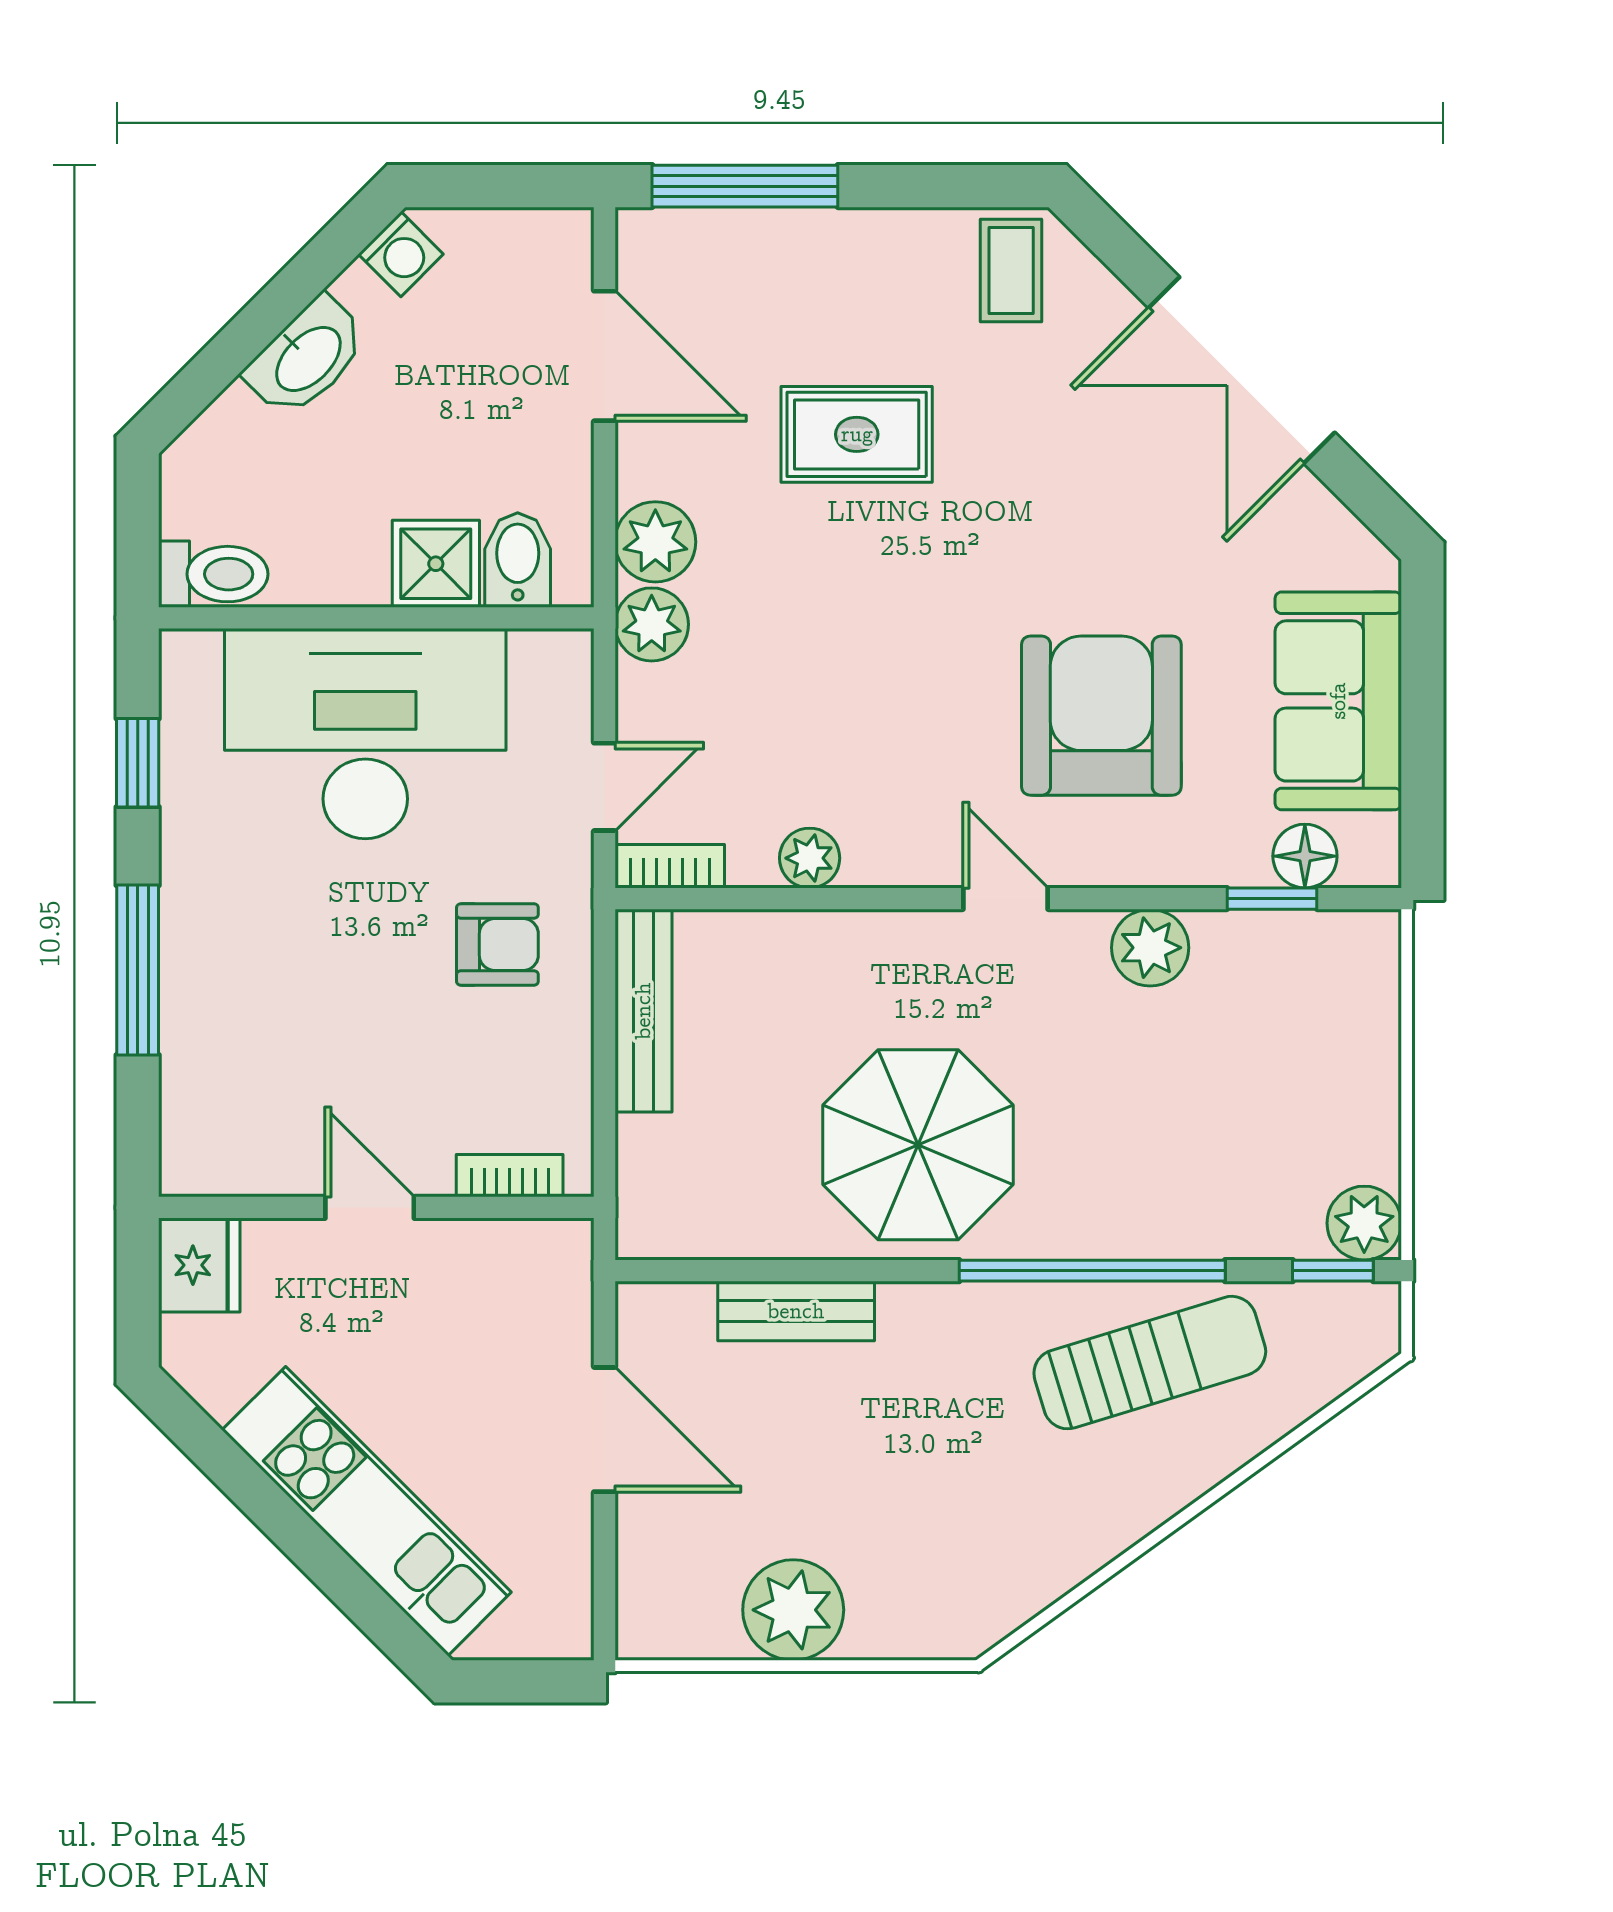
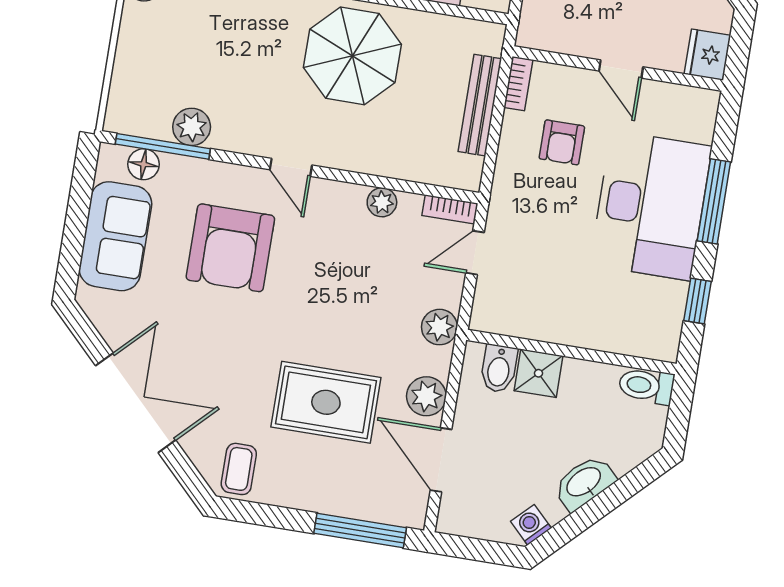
rug: (857, 434) -> (326, 402), width x1.36, depth x1.43
plant: (655, 542) -> (426, 396), moved
desk: (365, 734) -> (651, 205), moved, turned -90
window: (1272, 899) -> (163, 146), width x2.17
armchair: (497, 945) -> (562, 142), moved, turned -90
plant: (1150, 948) -> (192, 127), moved
bench: (643, 1011) -> (480, 105), moved
bookcase: (510, 1176) -> (518, 84), moved, turned -90

